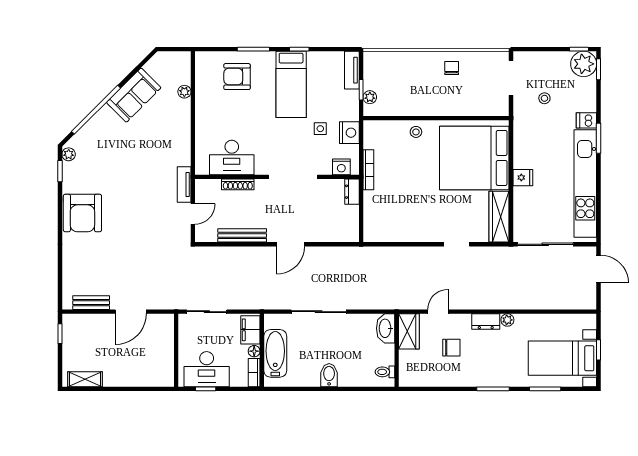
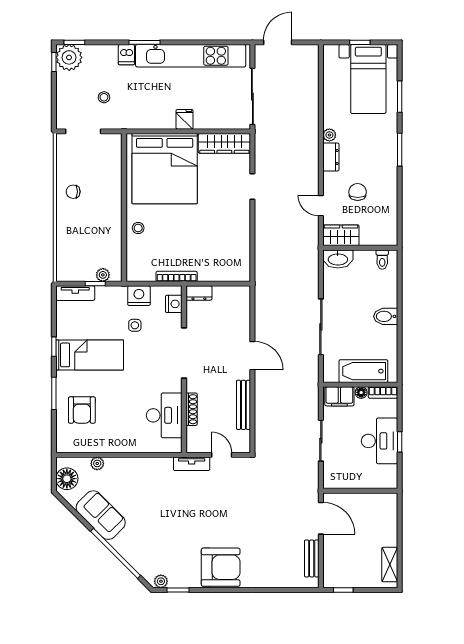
floor lamp: (169, 62) -> (67, 479), added
wall: (176, 350) -> (360, 491), moved

